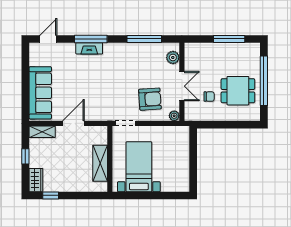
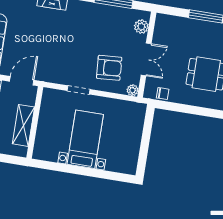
chair: (209, 97) -> (163, 94), moved
wall: (110, 159) -> (35, 122), moved
shelving: (100, 163) -> (23, 125), moved

